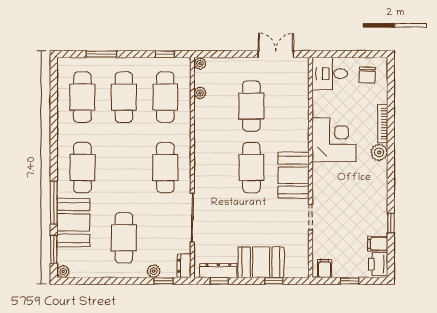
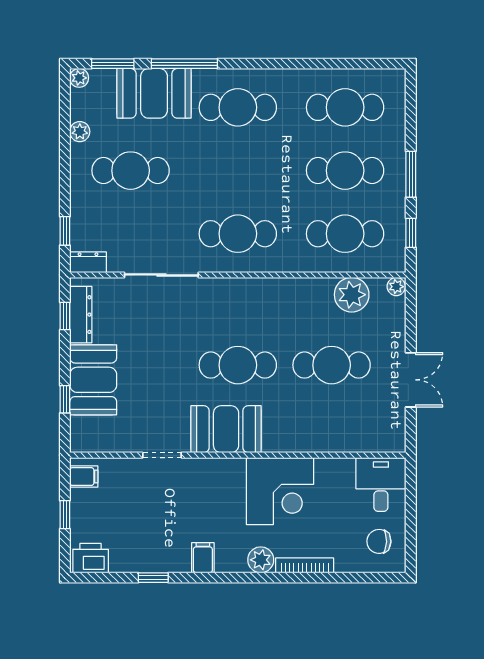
window: (101, 54) -> (411, 174), moved
double door: (276, 54) -> (411, 380), moved
plant: (200, 93) -> (352, 295), width x1.88, depth x1.88
filing cabinet: (378, 244) -> (203, 558), moved
plant: (154, 271) -> (80, 132), moved

